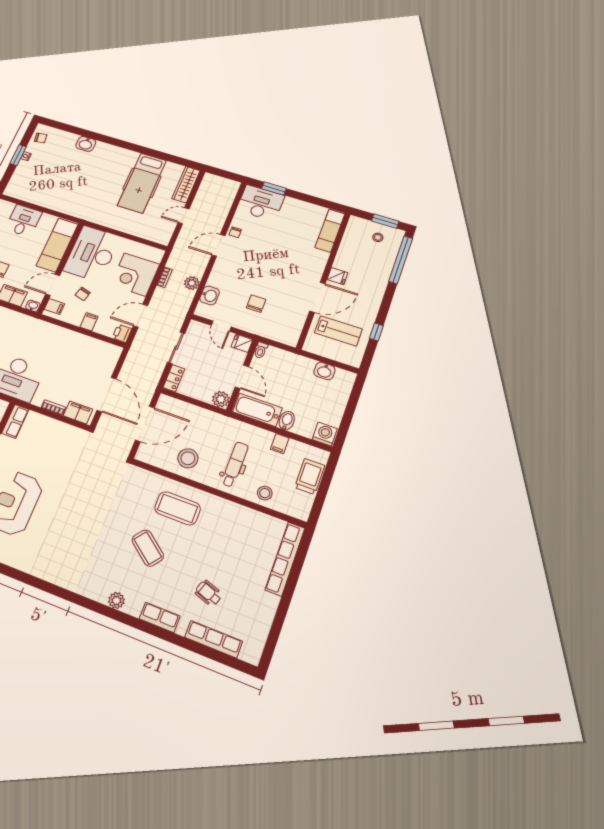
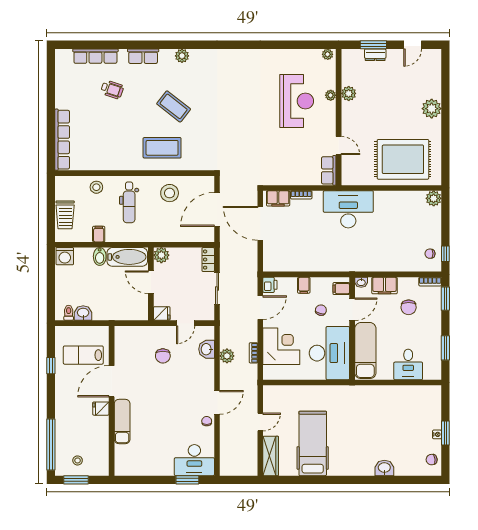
exam couch: (330, 231) -> (122, 421), moved
door: (221, 326) -> (186, 323), swing flipped
toilet: (261, 350) -> (69, 313), moved

